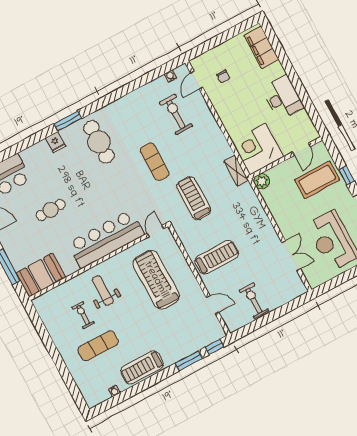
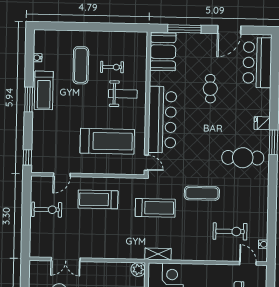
treadmill: (217, 257) -> (98, 199), turned 90
window: (189, 361) -> (29, 100), moved
treadmill: (142, 367) -> (44, 90), turned 180

